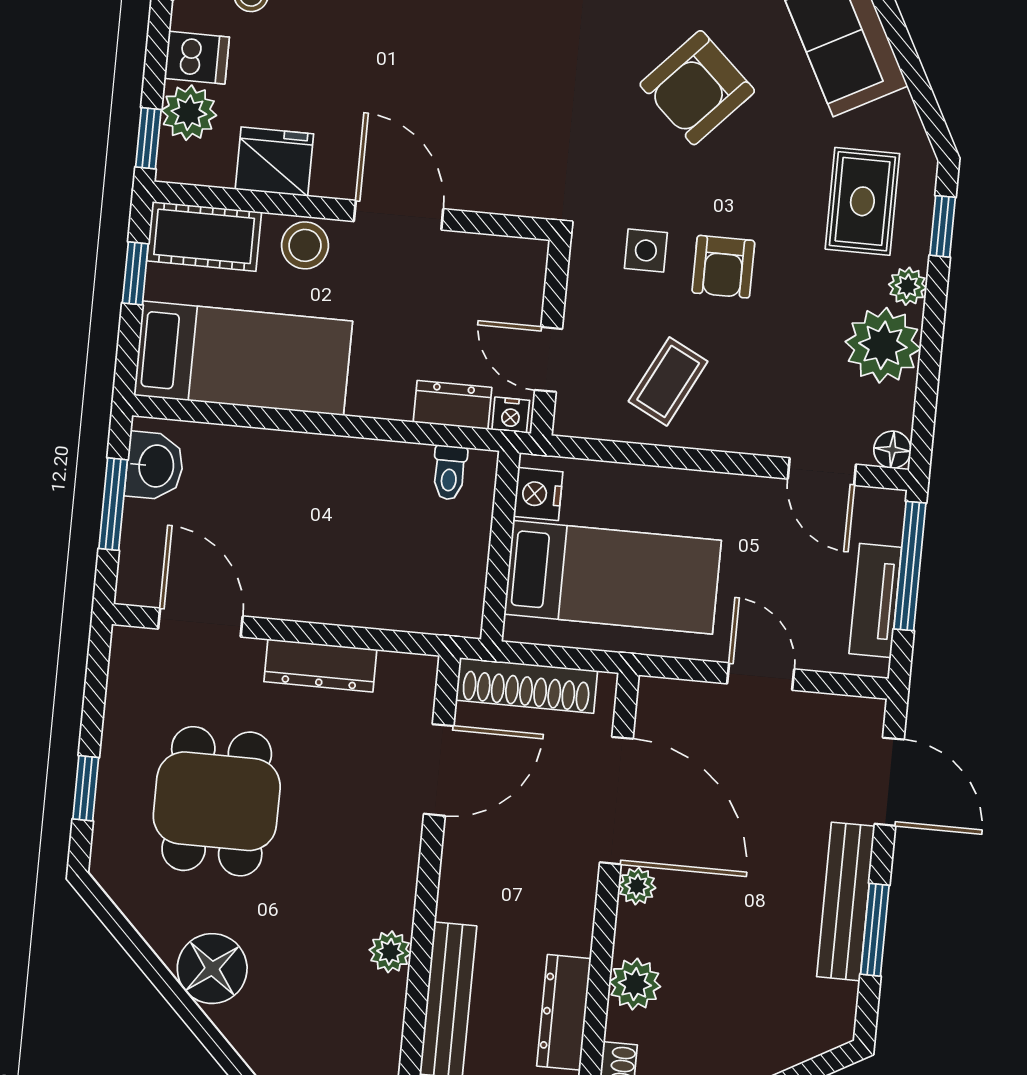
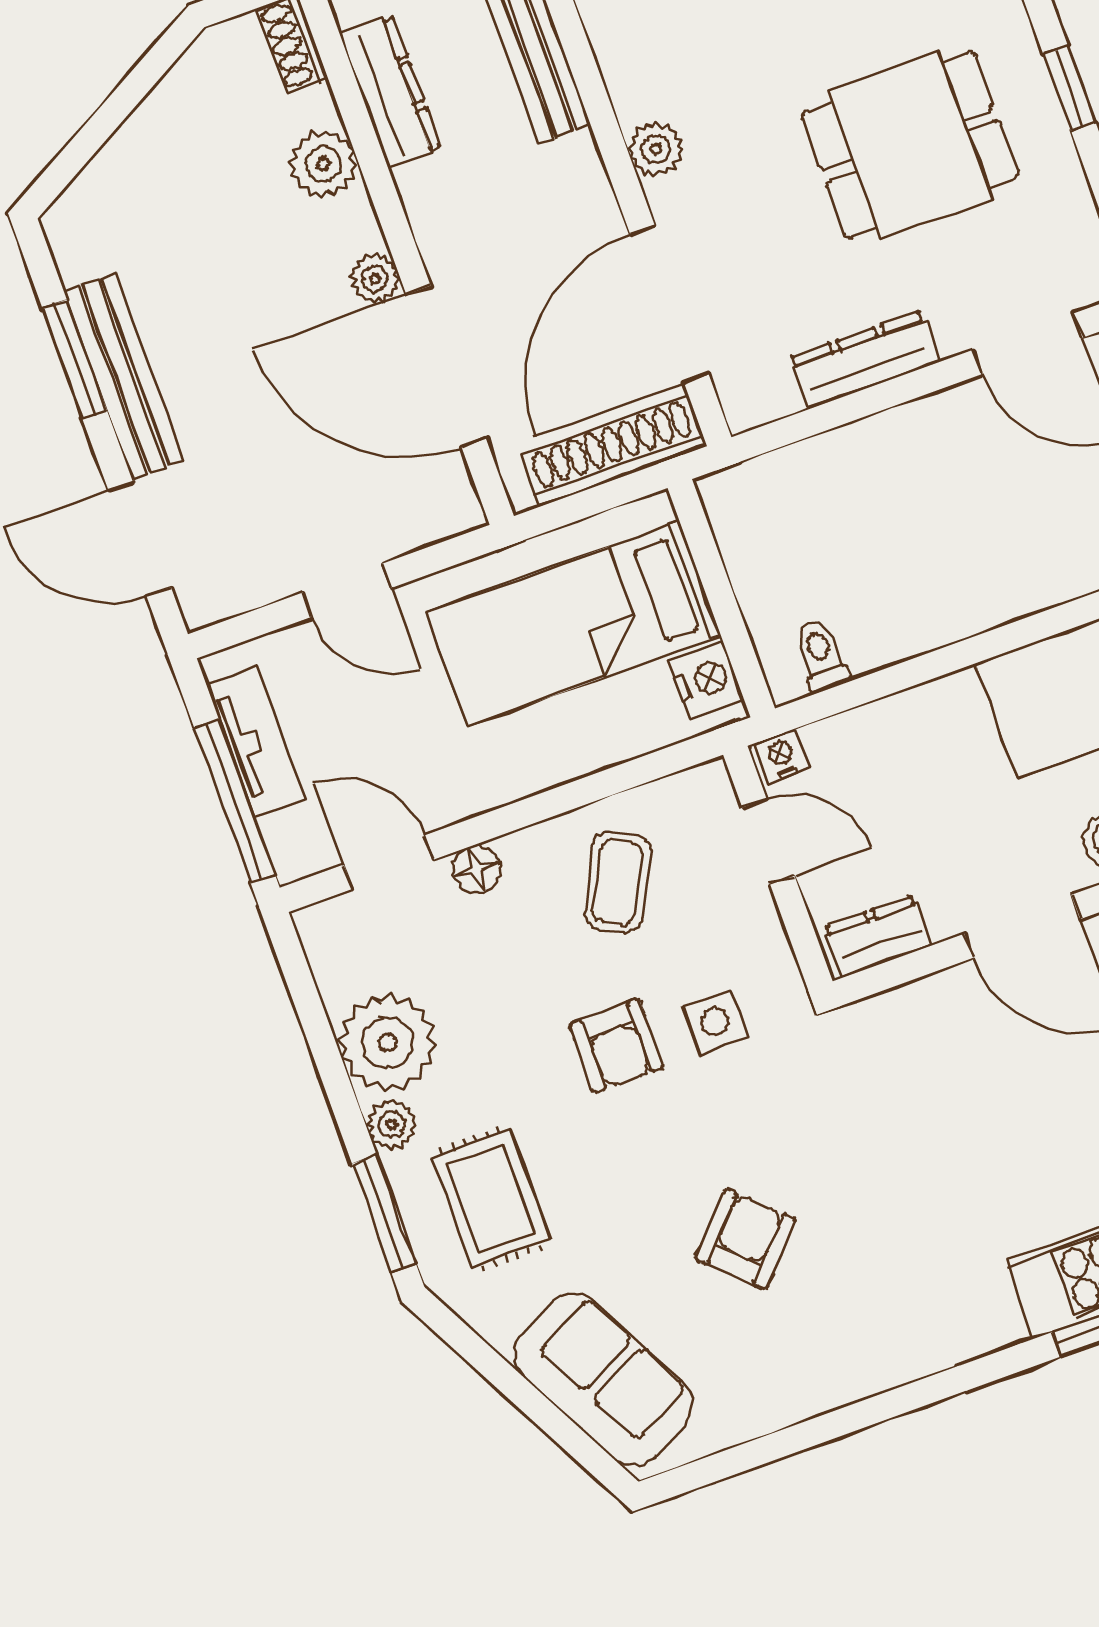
armchair: (697, 88) -> (745, 1239), width x0.72, depth x0.72
window: (943, 226) -> (384, 1214), width x1.50
armchair: (723, 267) -> (616, 1046), turned 180
dresser: (453, 405) -> (878, 936), moved, turned 180
floor lamp: (892, 450) -> (476, 869), moved
door: (439, 770) -> (669, 304), width x1.36
dining table: (217, 801) -> (910, 145), turned 90
plant: (390, 952) -> (656, 149), moved

